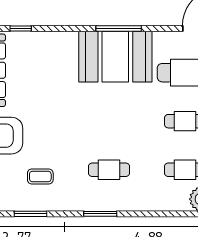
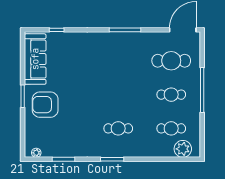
booth: (115, 57) -> (123, 50), removed
coffee table: (40, 176) -> (70, 133), removed

